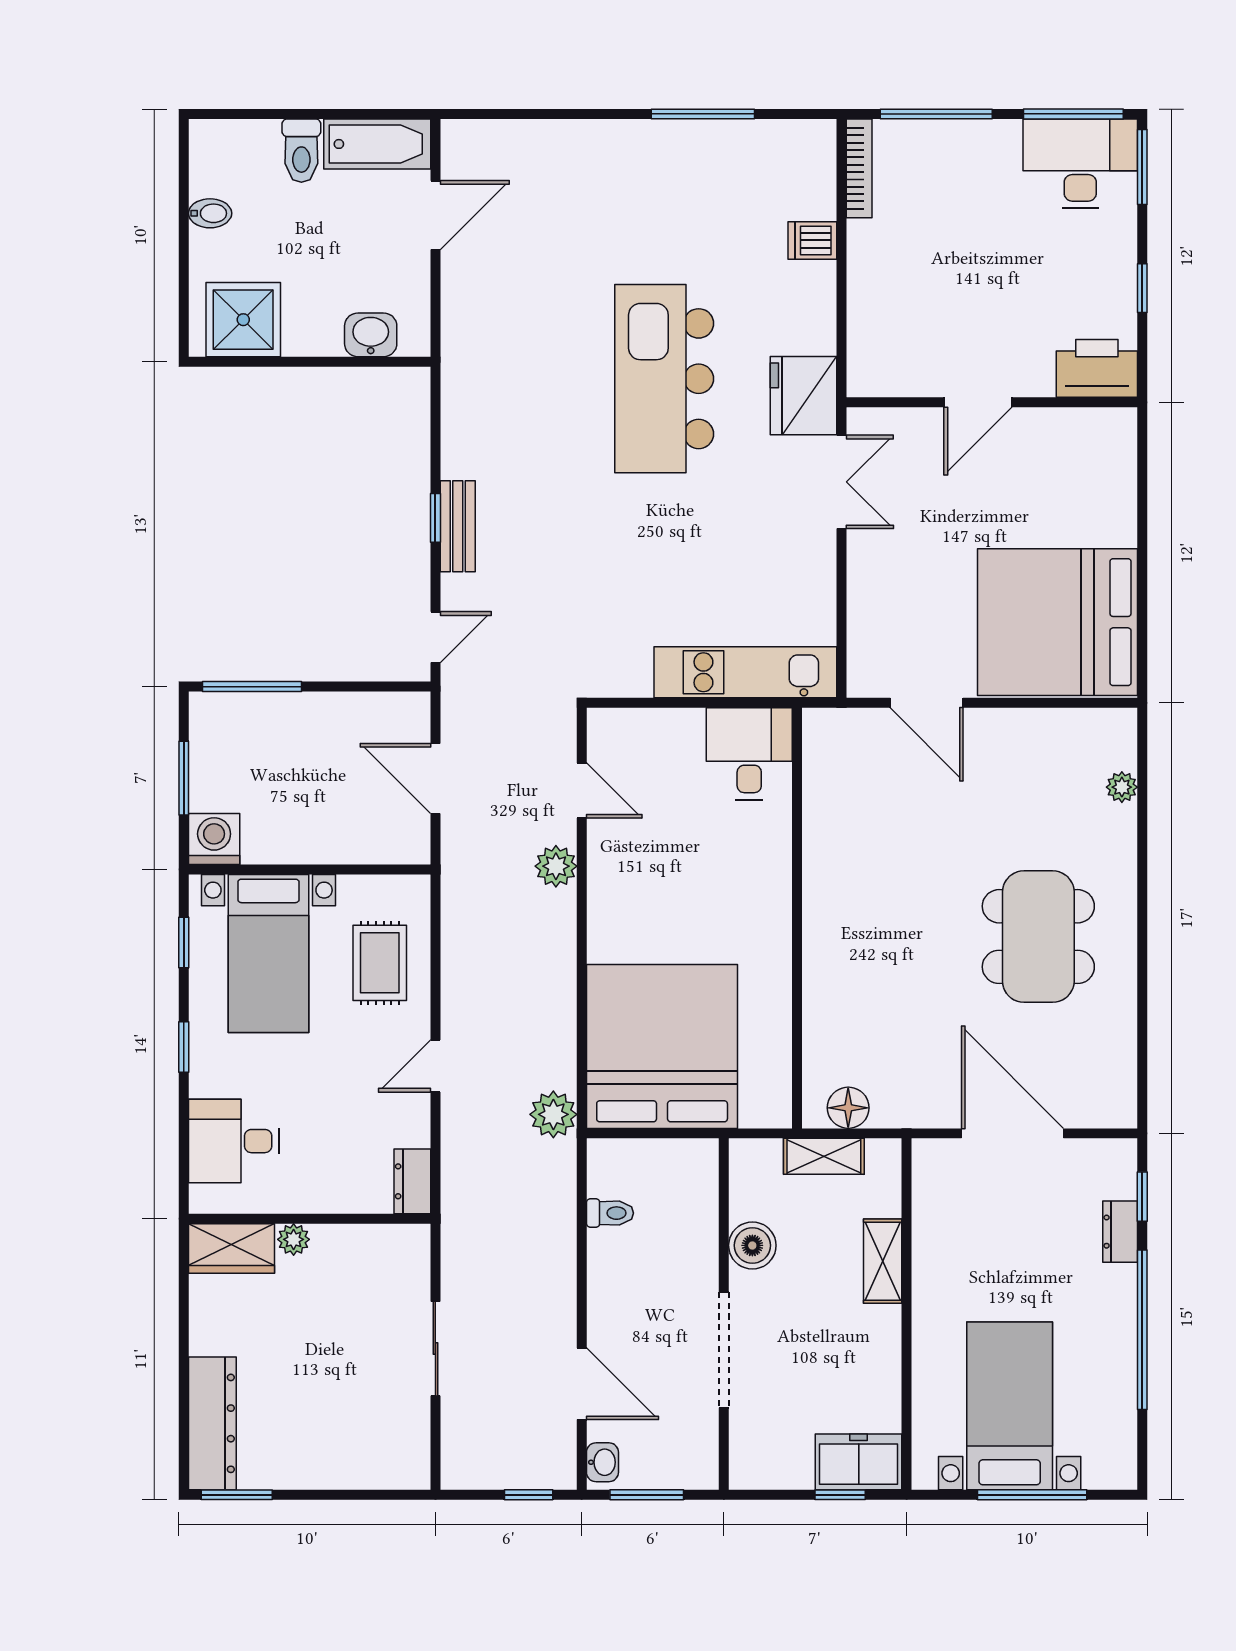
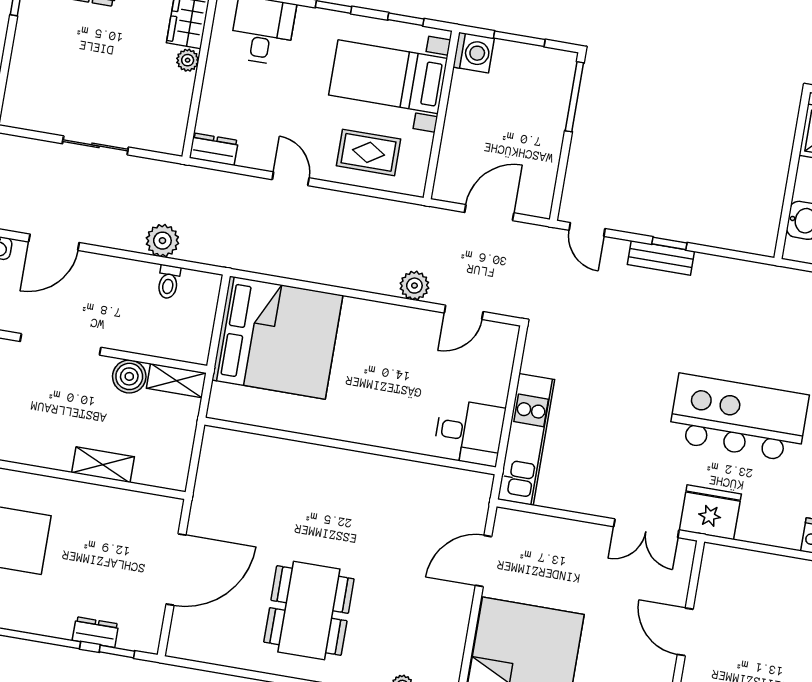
dining table: (1038, 937) -> (309, 611), turned 90
floor lamp: (848, 1108) -> (213, 459), removed
plant: (553, 1114) -> (162, 241), moved
shelving: (824, 1156) -> (176, 381), moved, turned 90

